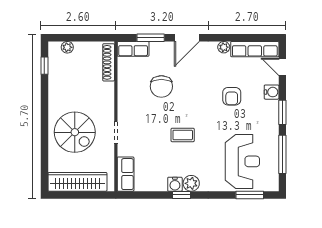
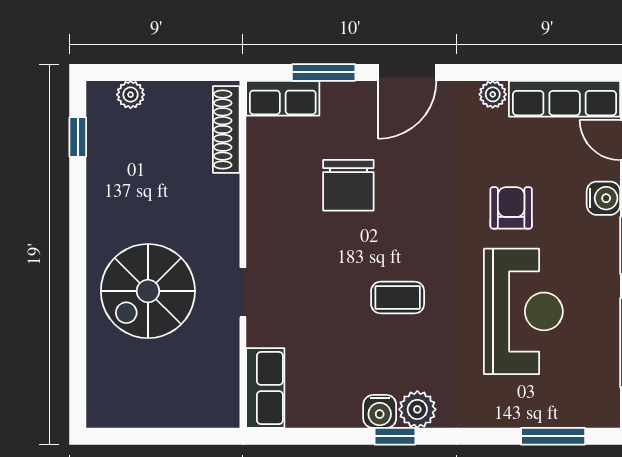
armchair: (232, 96) -> (511, 208), turned 180
spiral stairs: (75, 132) -> (148, 291), turned 90
reception desk: (242, 161) -> (523, 311), moved
wardrobe: (77, 182) -> (154, 406), removed

